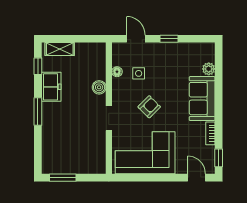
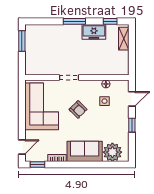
plant: (209, 69) -> (112, 152), width x1.88, depth x1.88
boiler: (99, 87) -> (93, 70), removed

